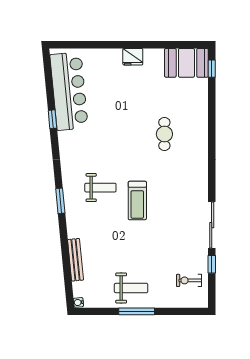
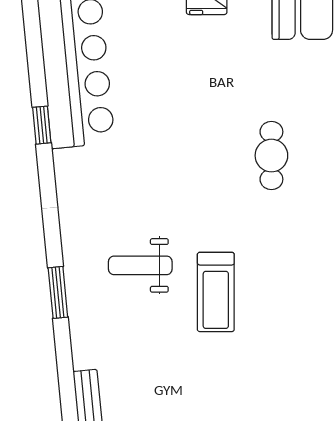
weight bench: (100, 188) -> (140, 265), turned 180

